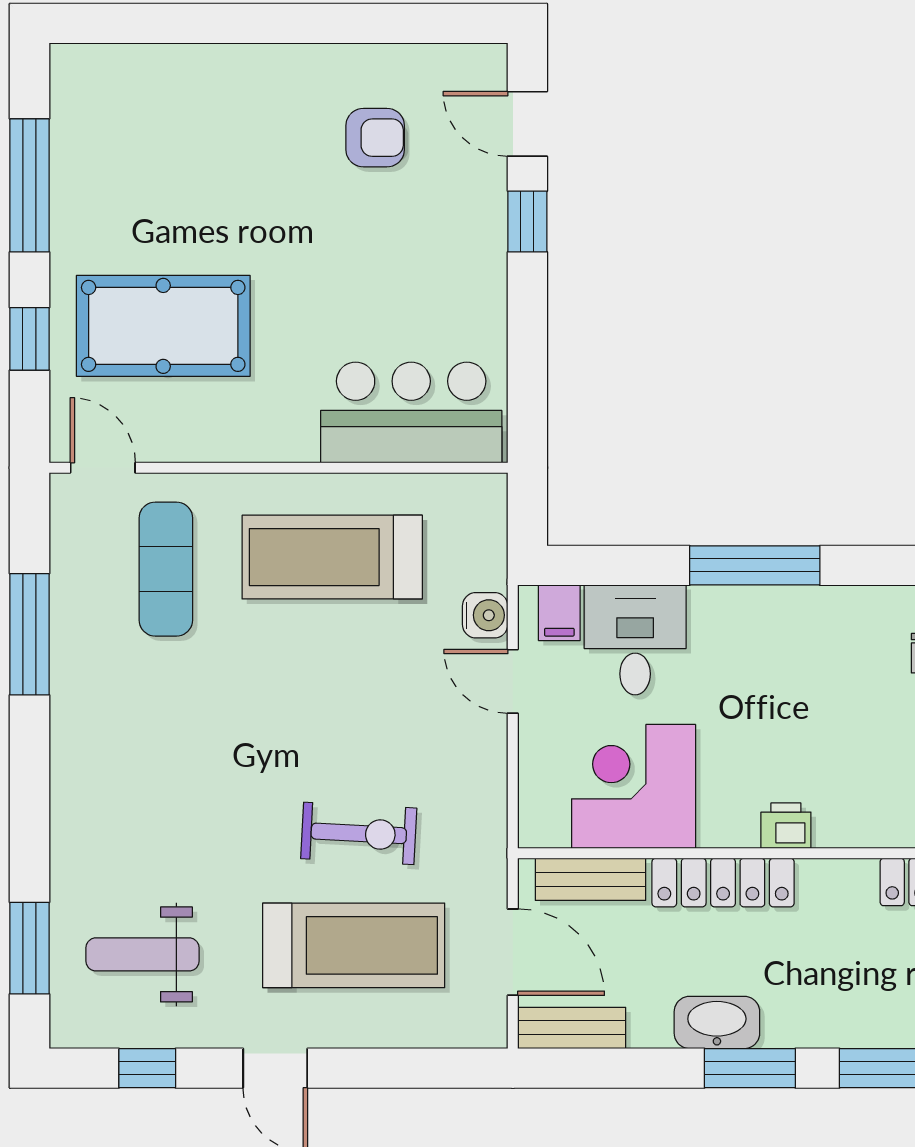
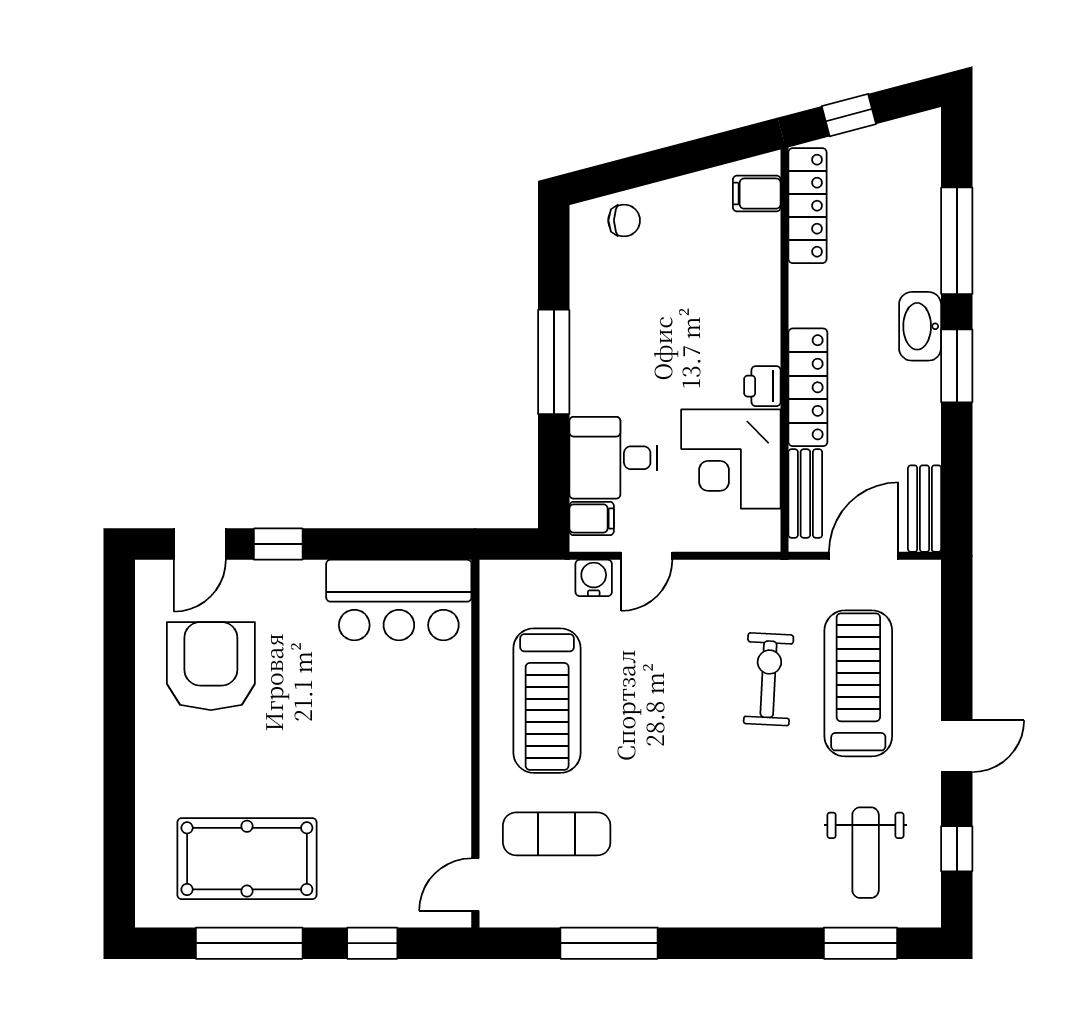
armchair: (375, 138) -> (211, 666), width x1.88, depth x1.88
pool table: (163, 326) -> (247, 859), moved, turned 90
bar counter: (411, 412) -> (399, 600), moved, turned -90
printer: (786, 826) -> (762, 386), moved
washbasin: (717, 1022) -> (920, 326), moved

